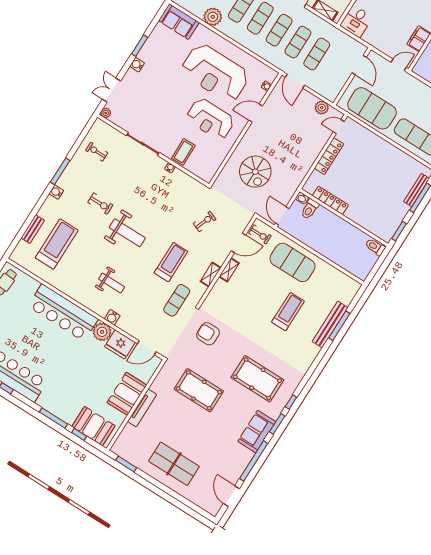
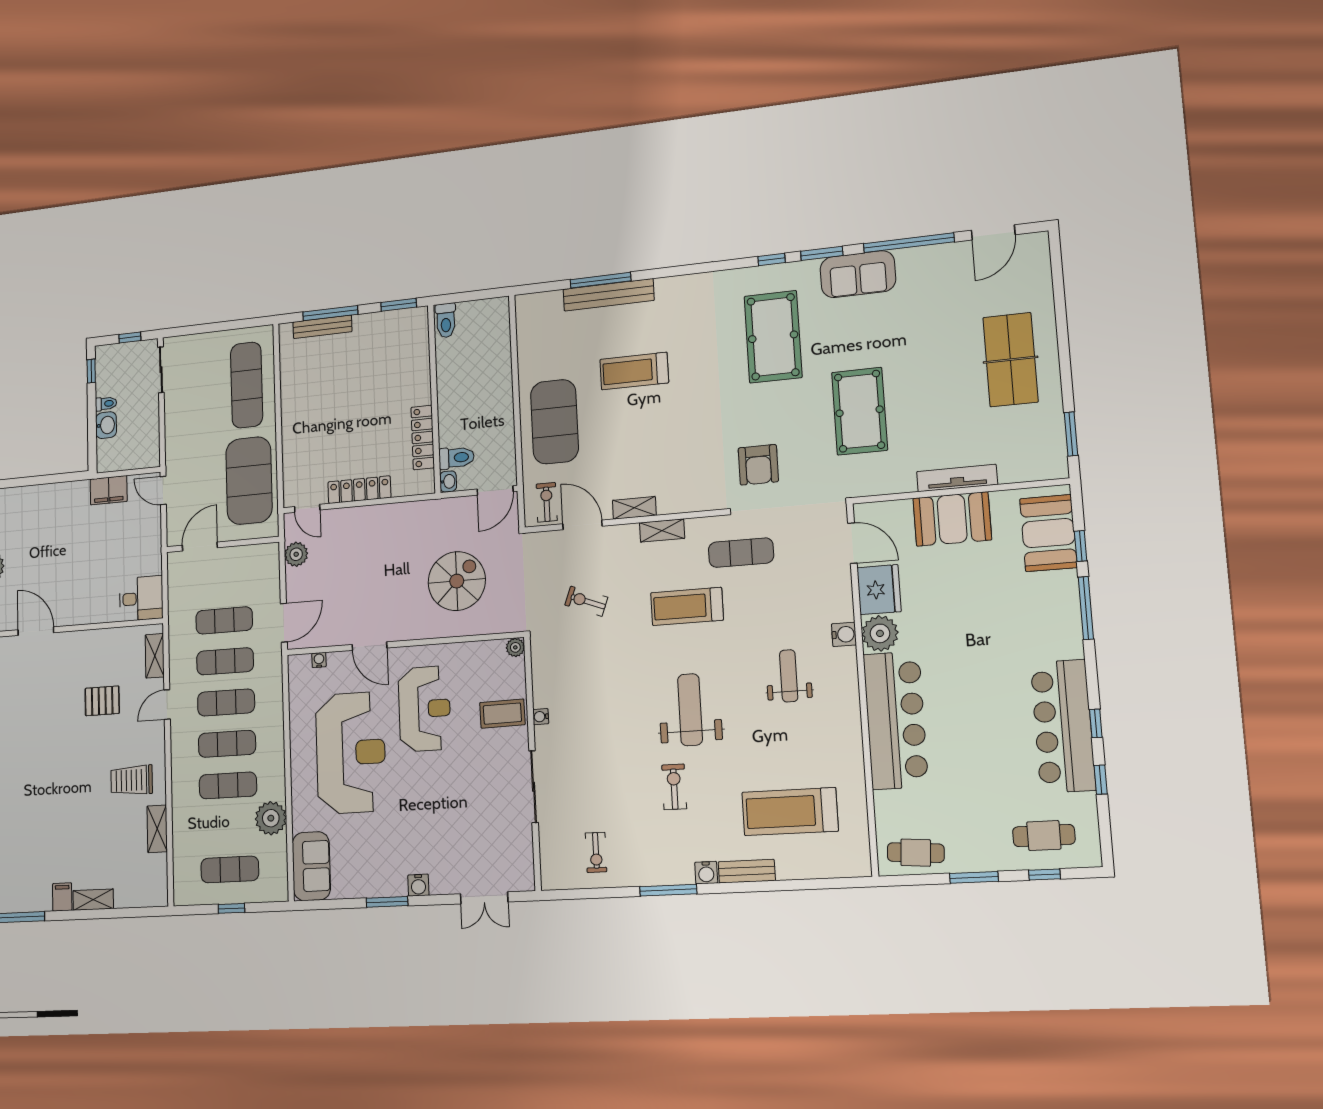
plant: (106, 113) -> (515, 647), moved
bench: (33, 229) -> (747, 871), moved

